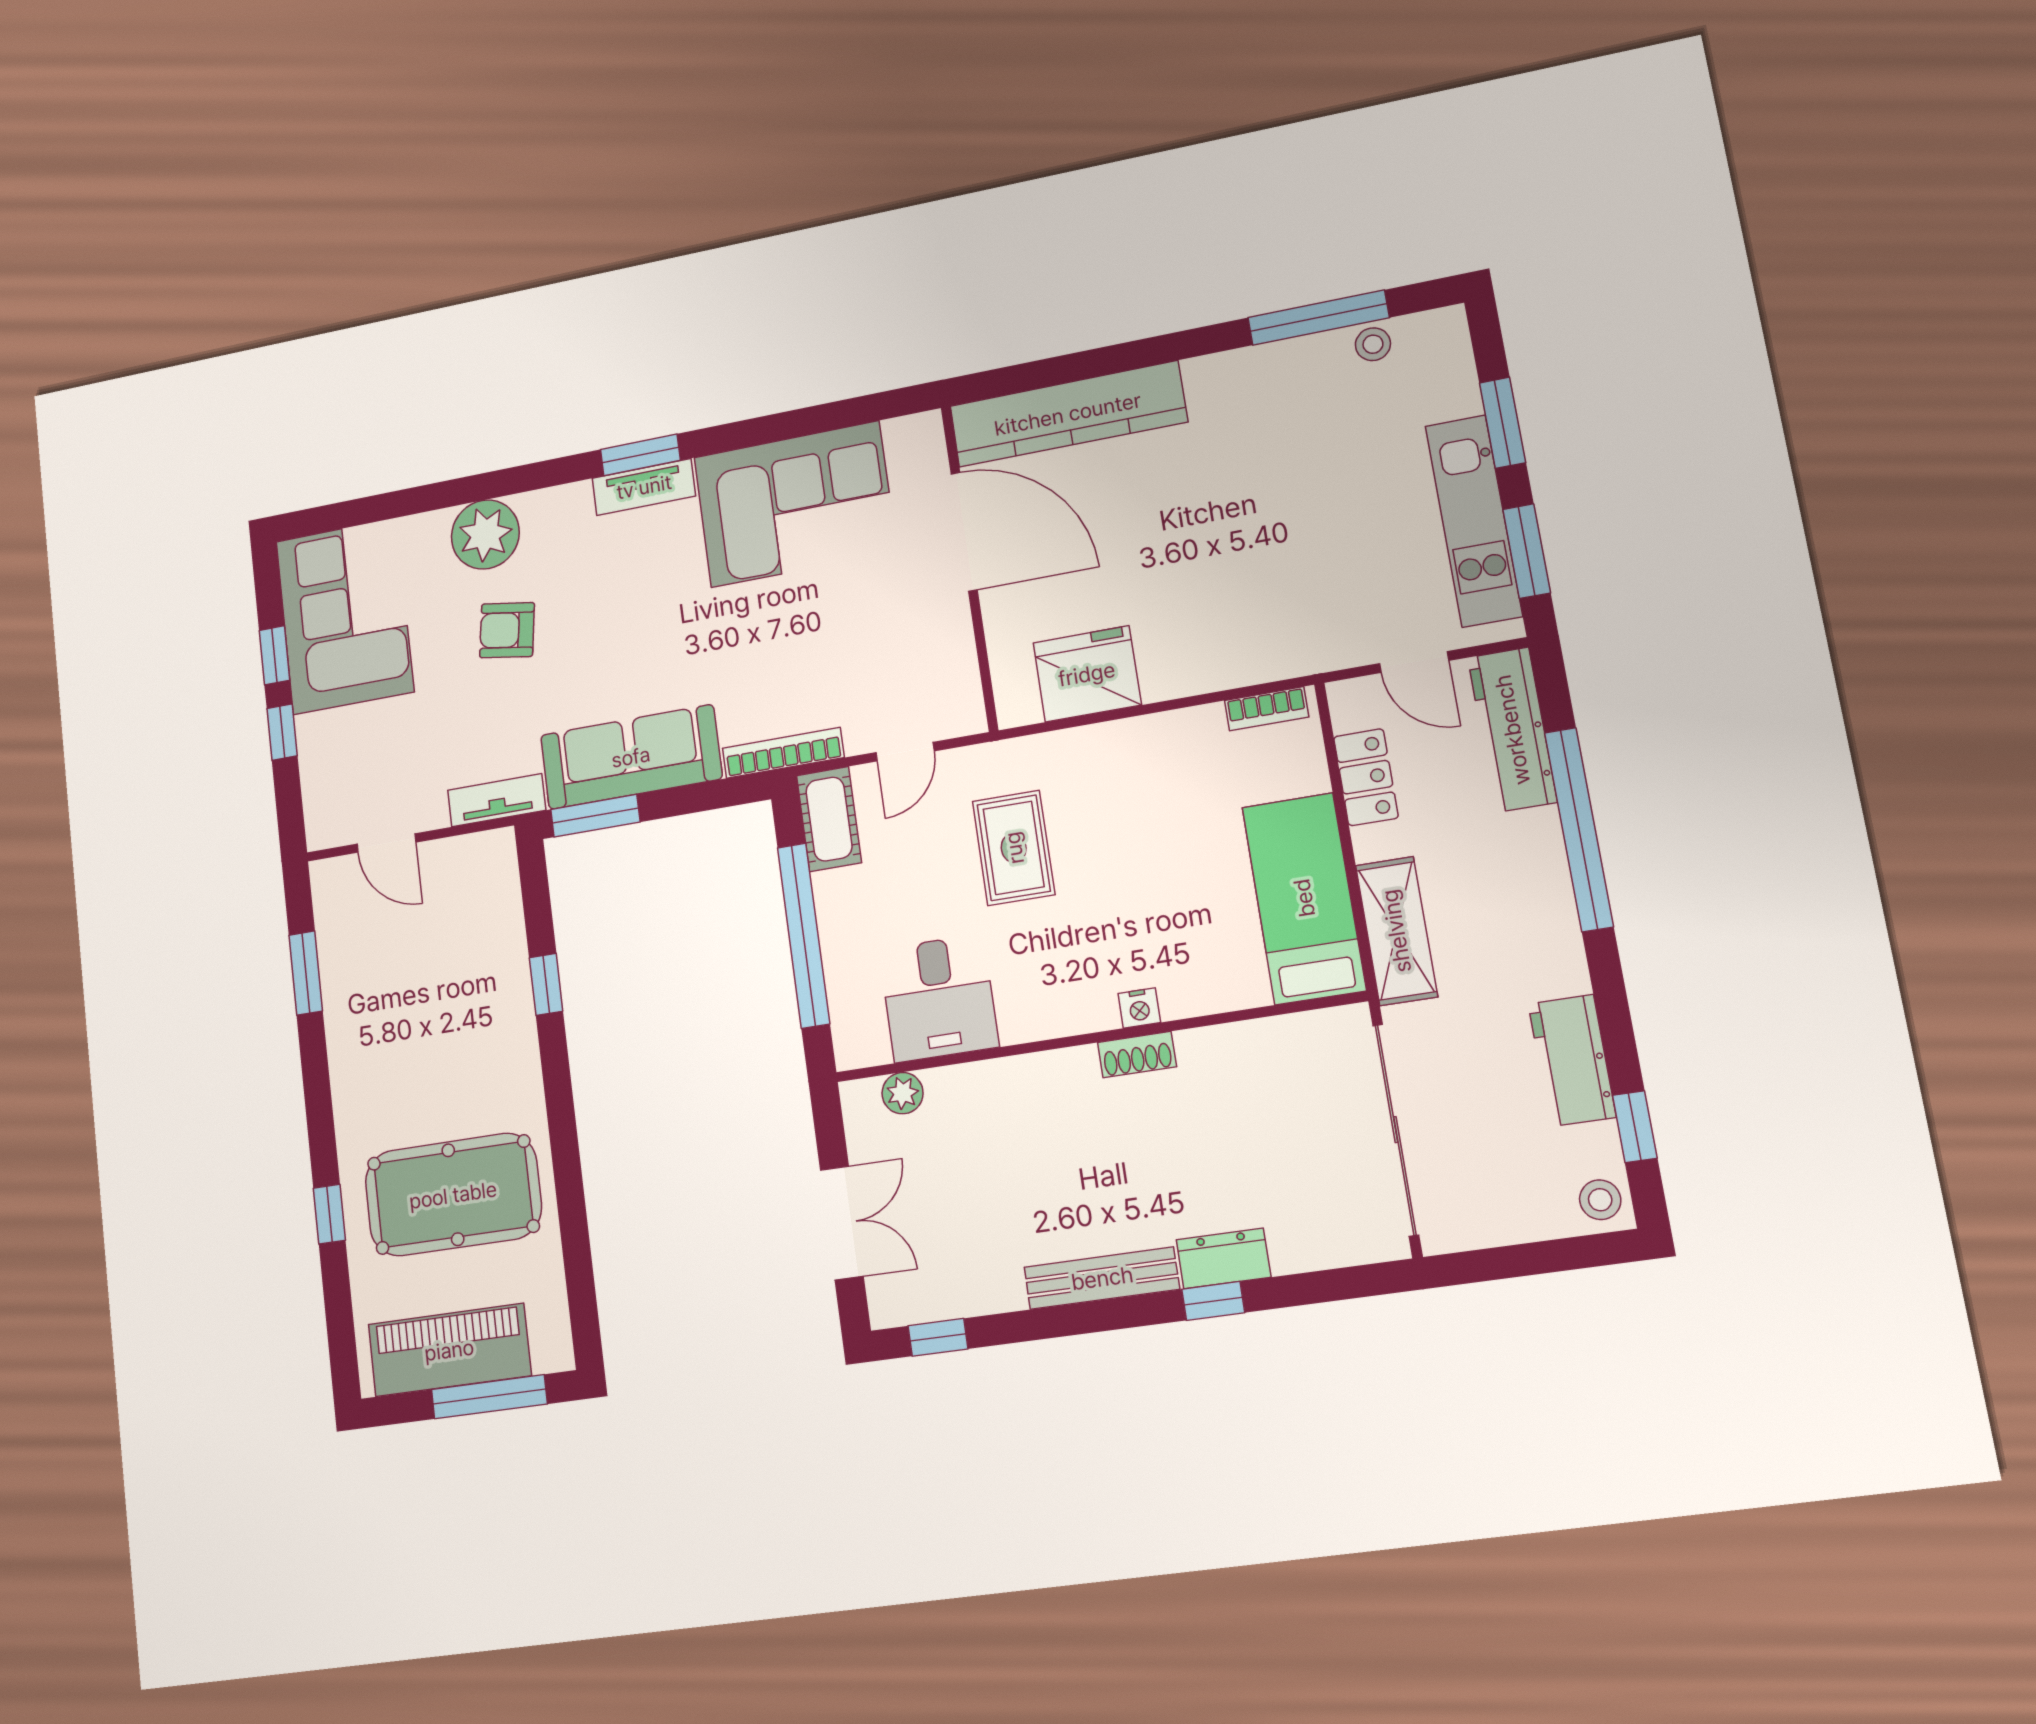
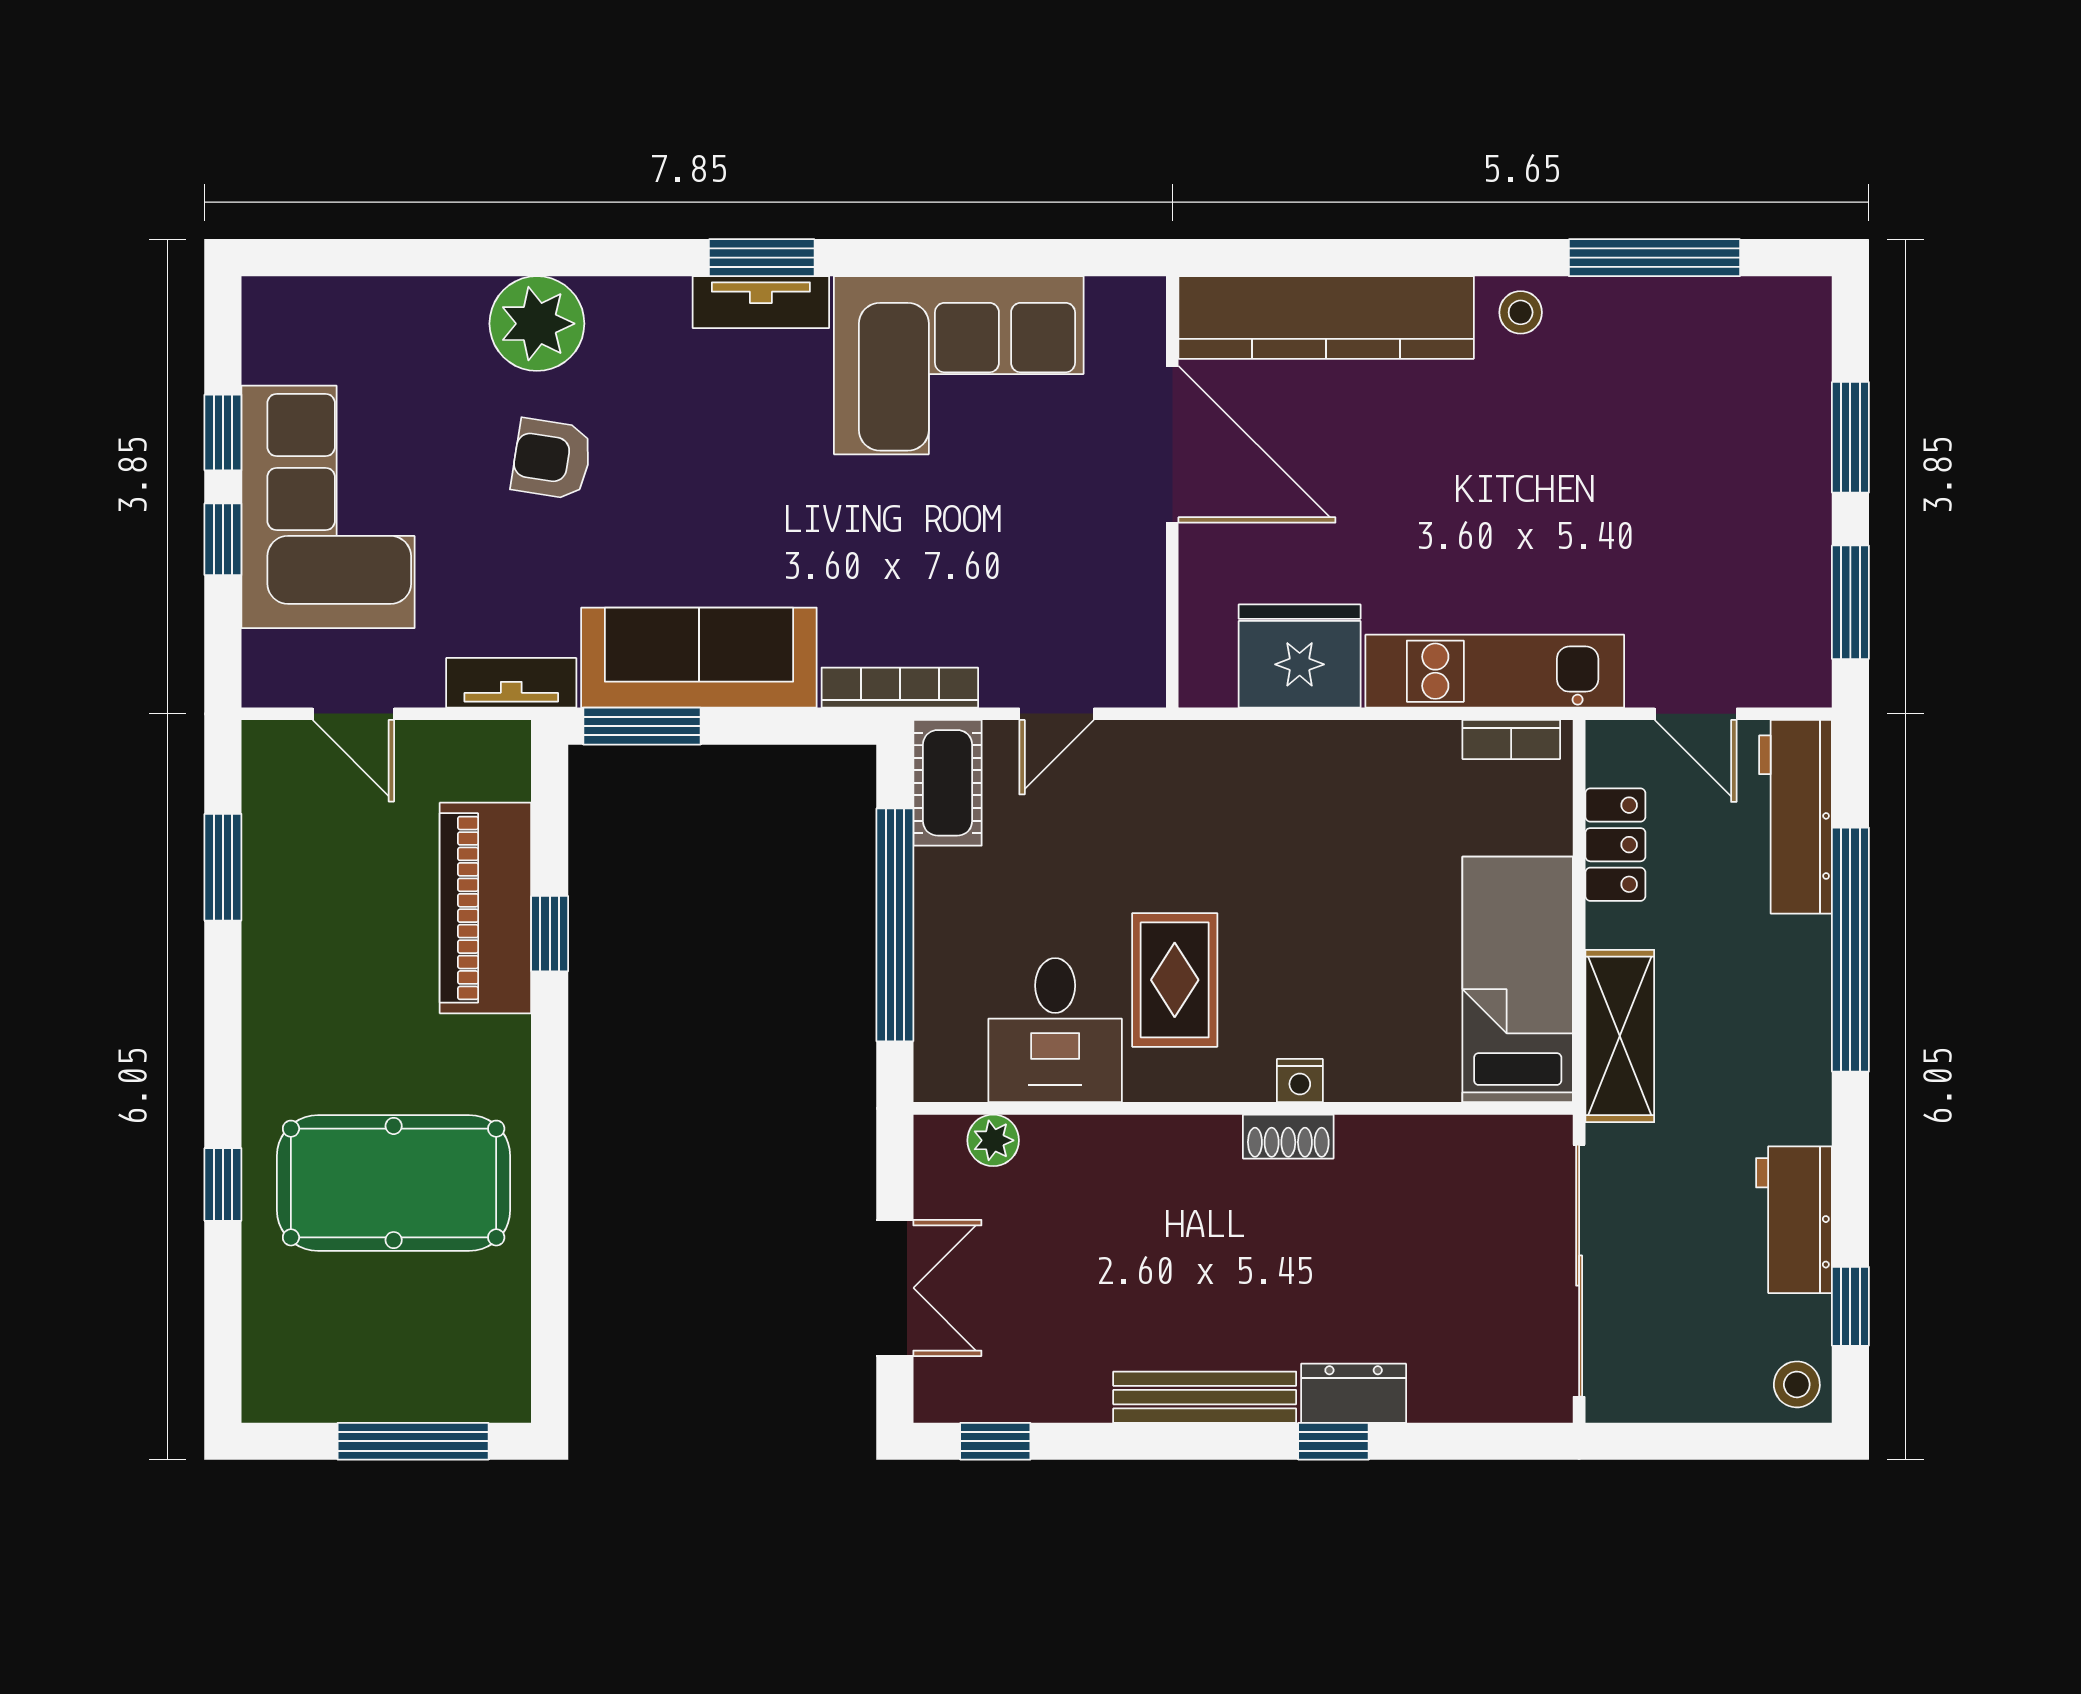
stool: (1373, 344) -> (1521, 312), moved
kitchen unit: (1474, 521) -> (1495, 671), moved, turned 90
corner sofa: (345, 616) -> (328, 507), moved
rug: (1014, 848) -> (1175, 980), moved
piano: (449, 1350) -> (485, 908), moved, turned -90

